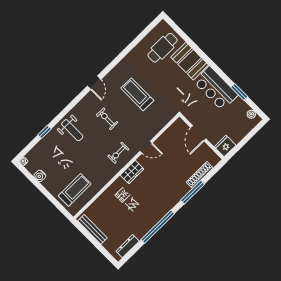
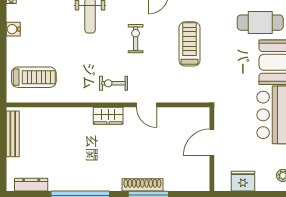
fridge: (225, 146) -> (243, 181), moved
shoe rack: (200, 175) -> (142, 185), moved

